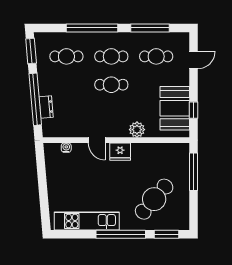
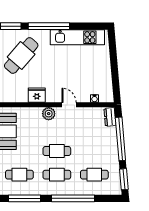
dresser: (46, 107) -> (110, 117), moved
plant: (137, 130) -> (49, 114), moved
fridge: (120, 152) -> (37, 95), moved

